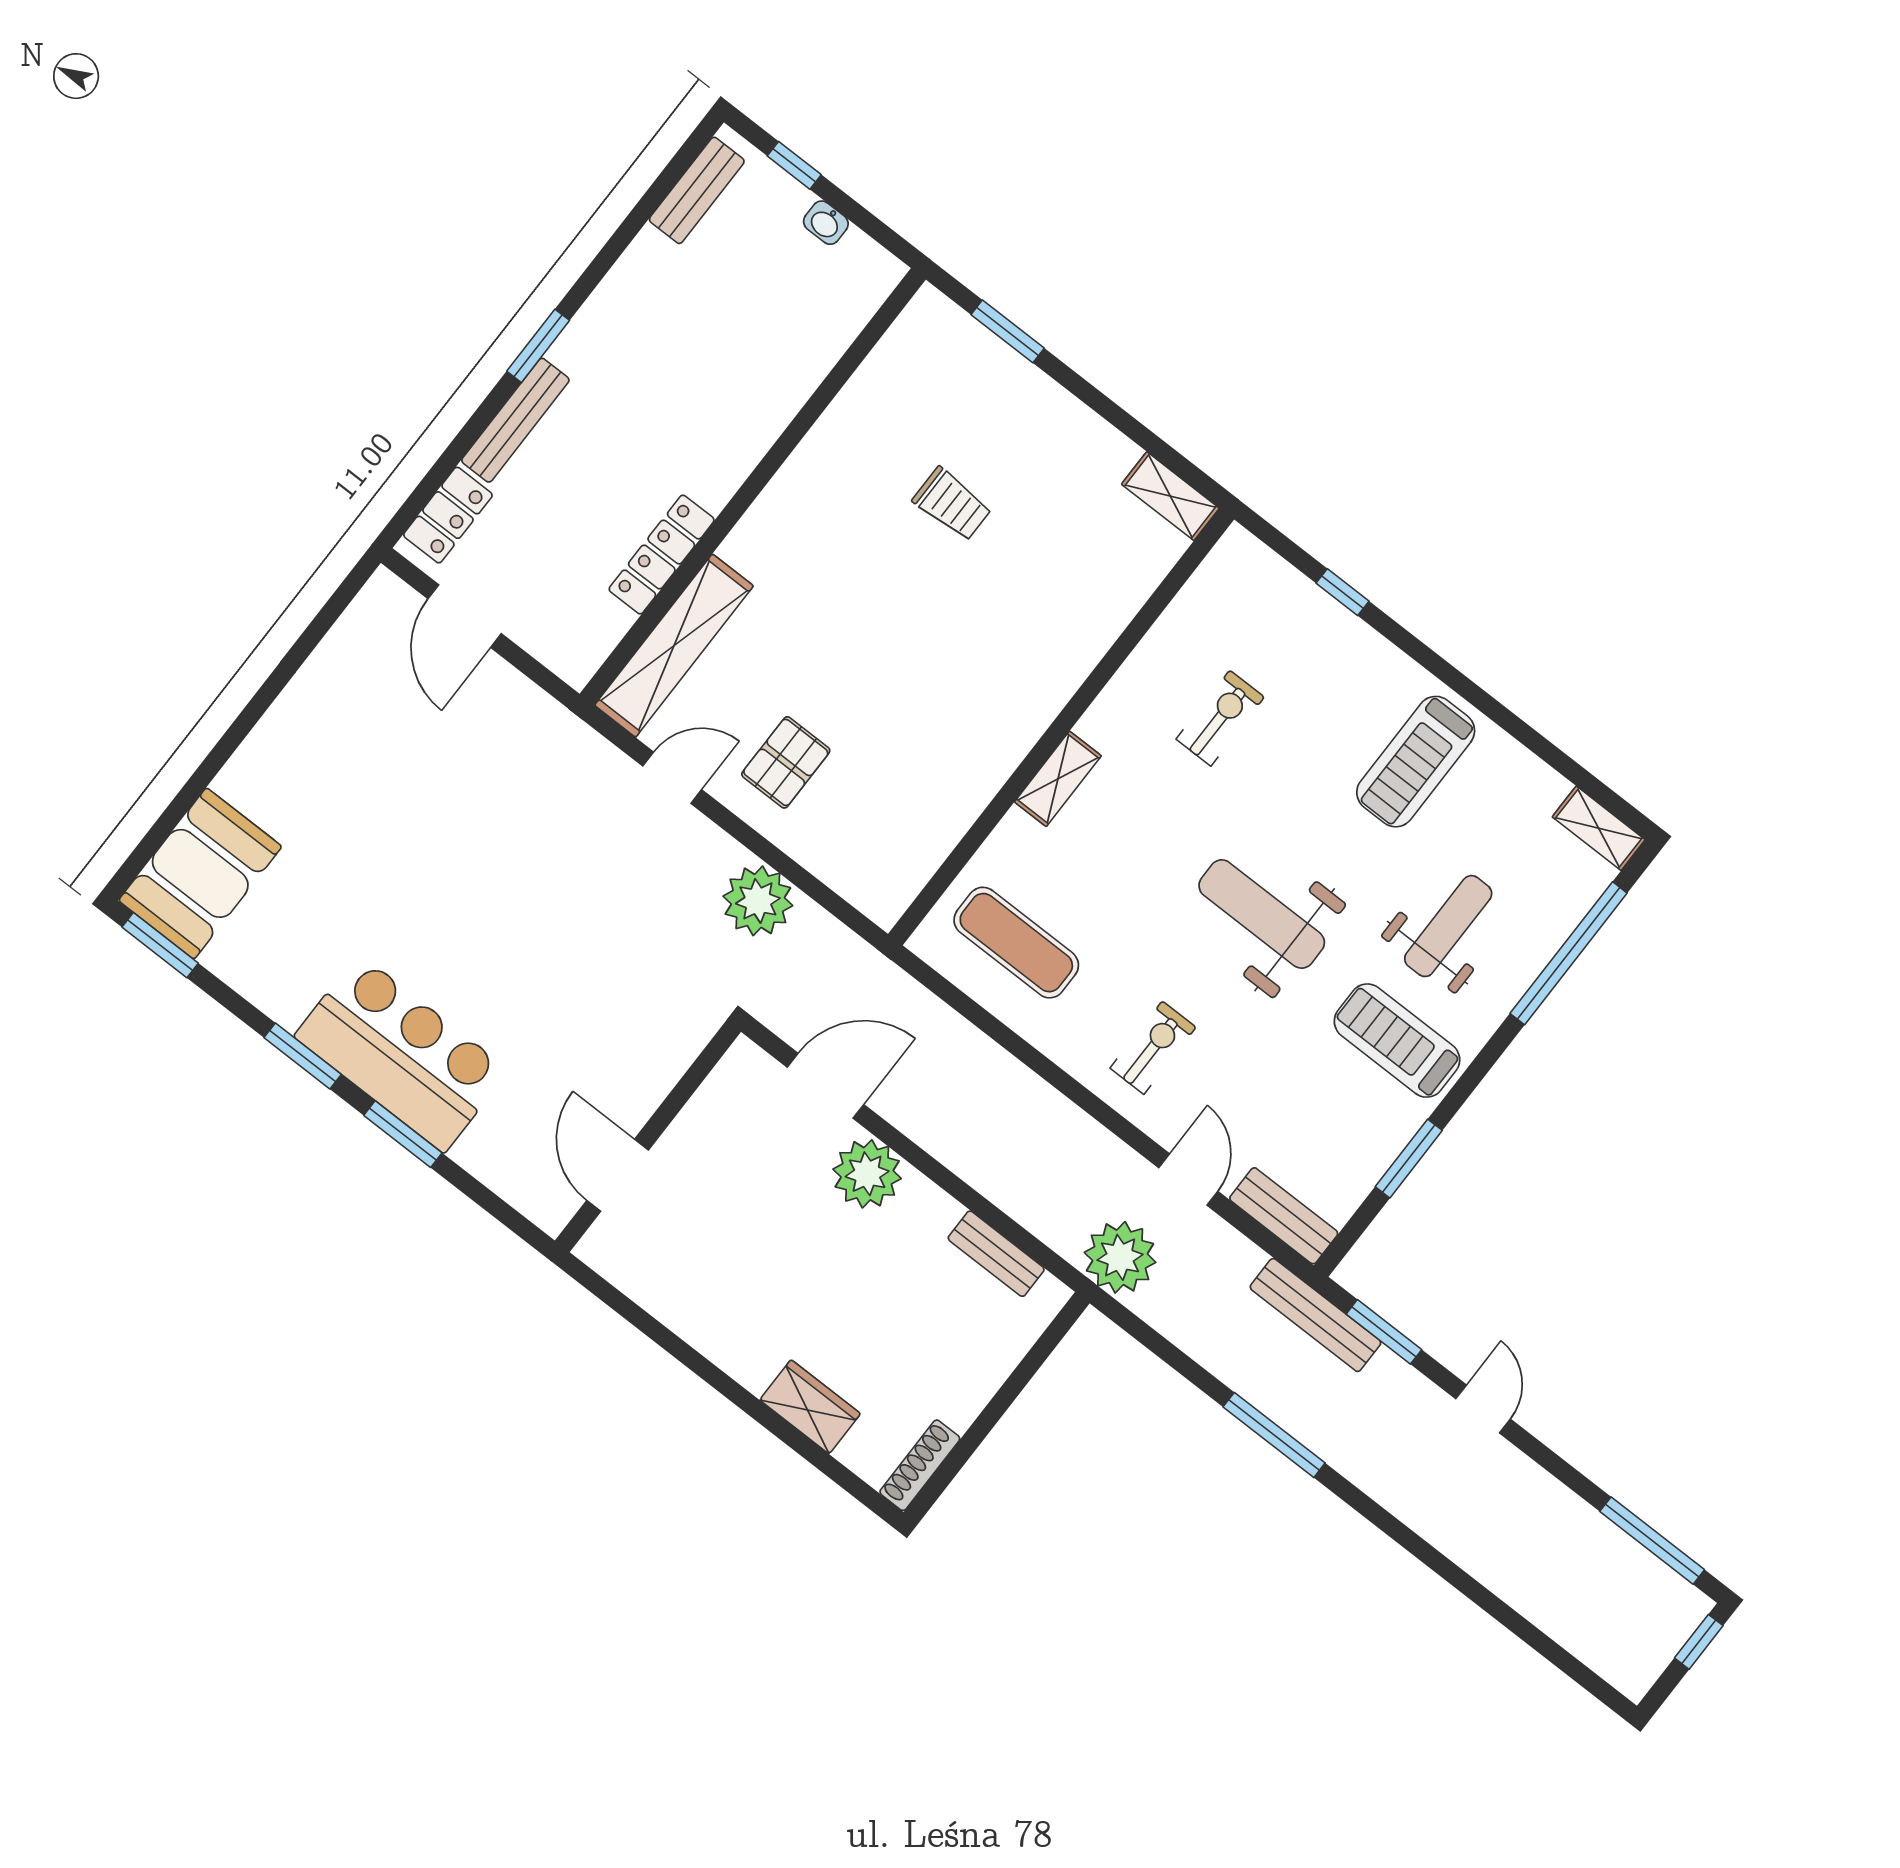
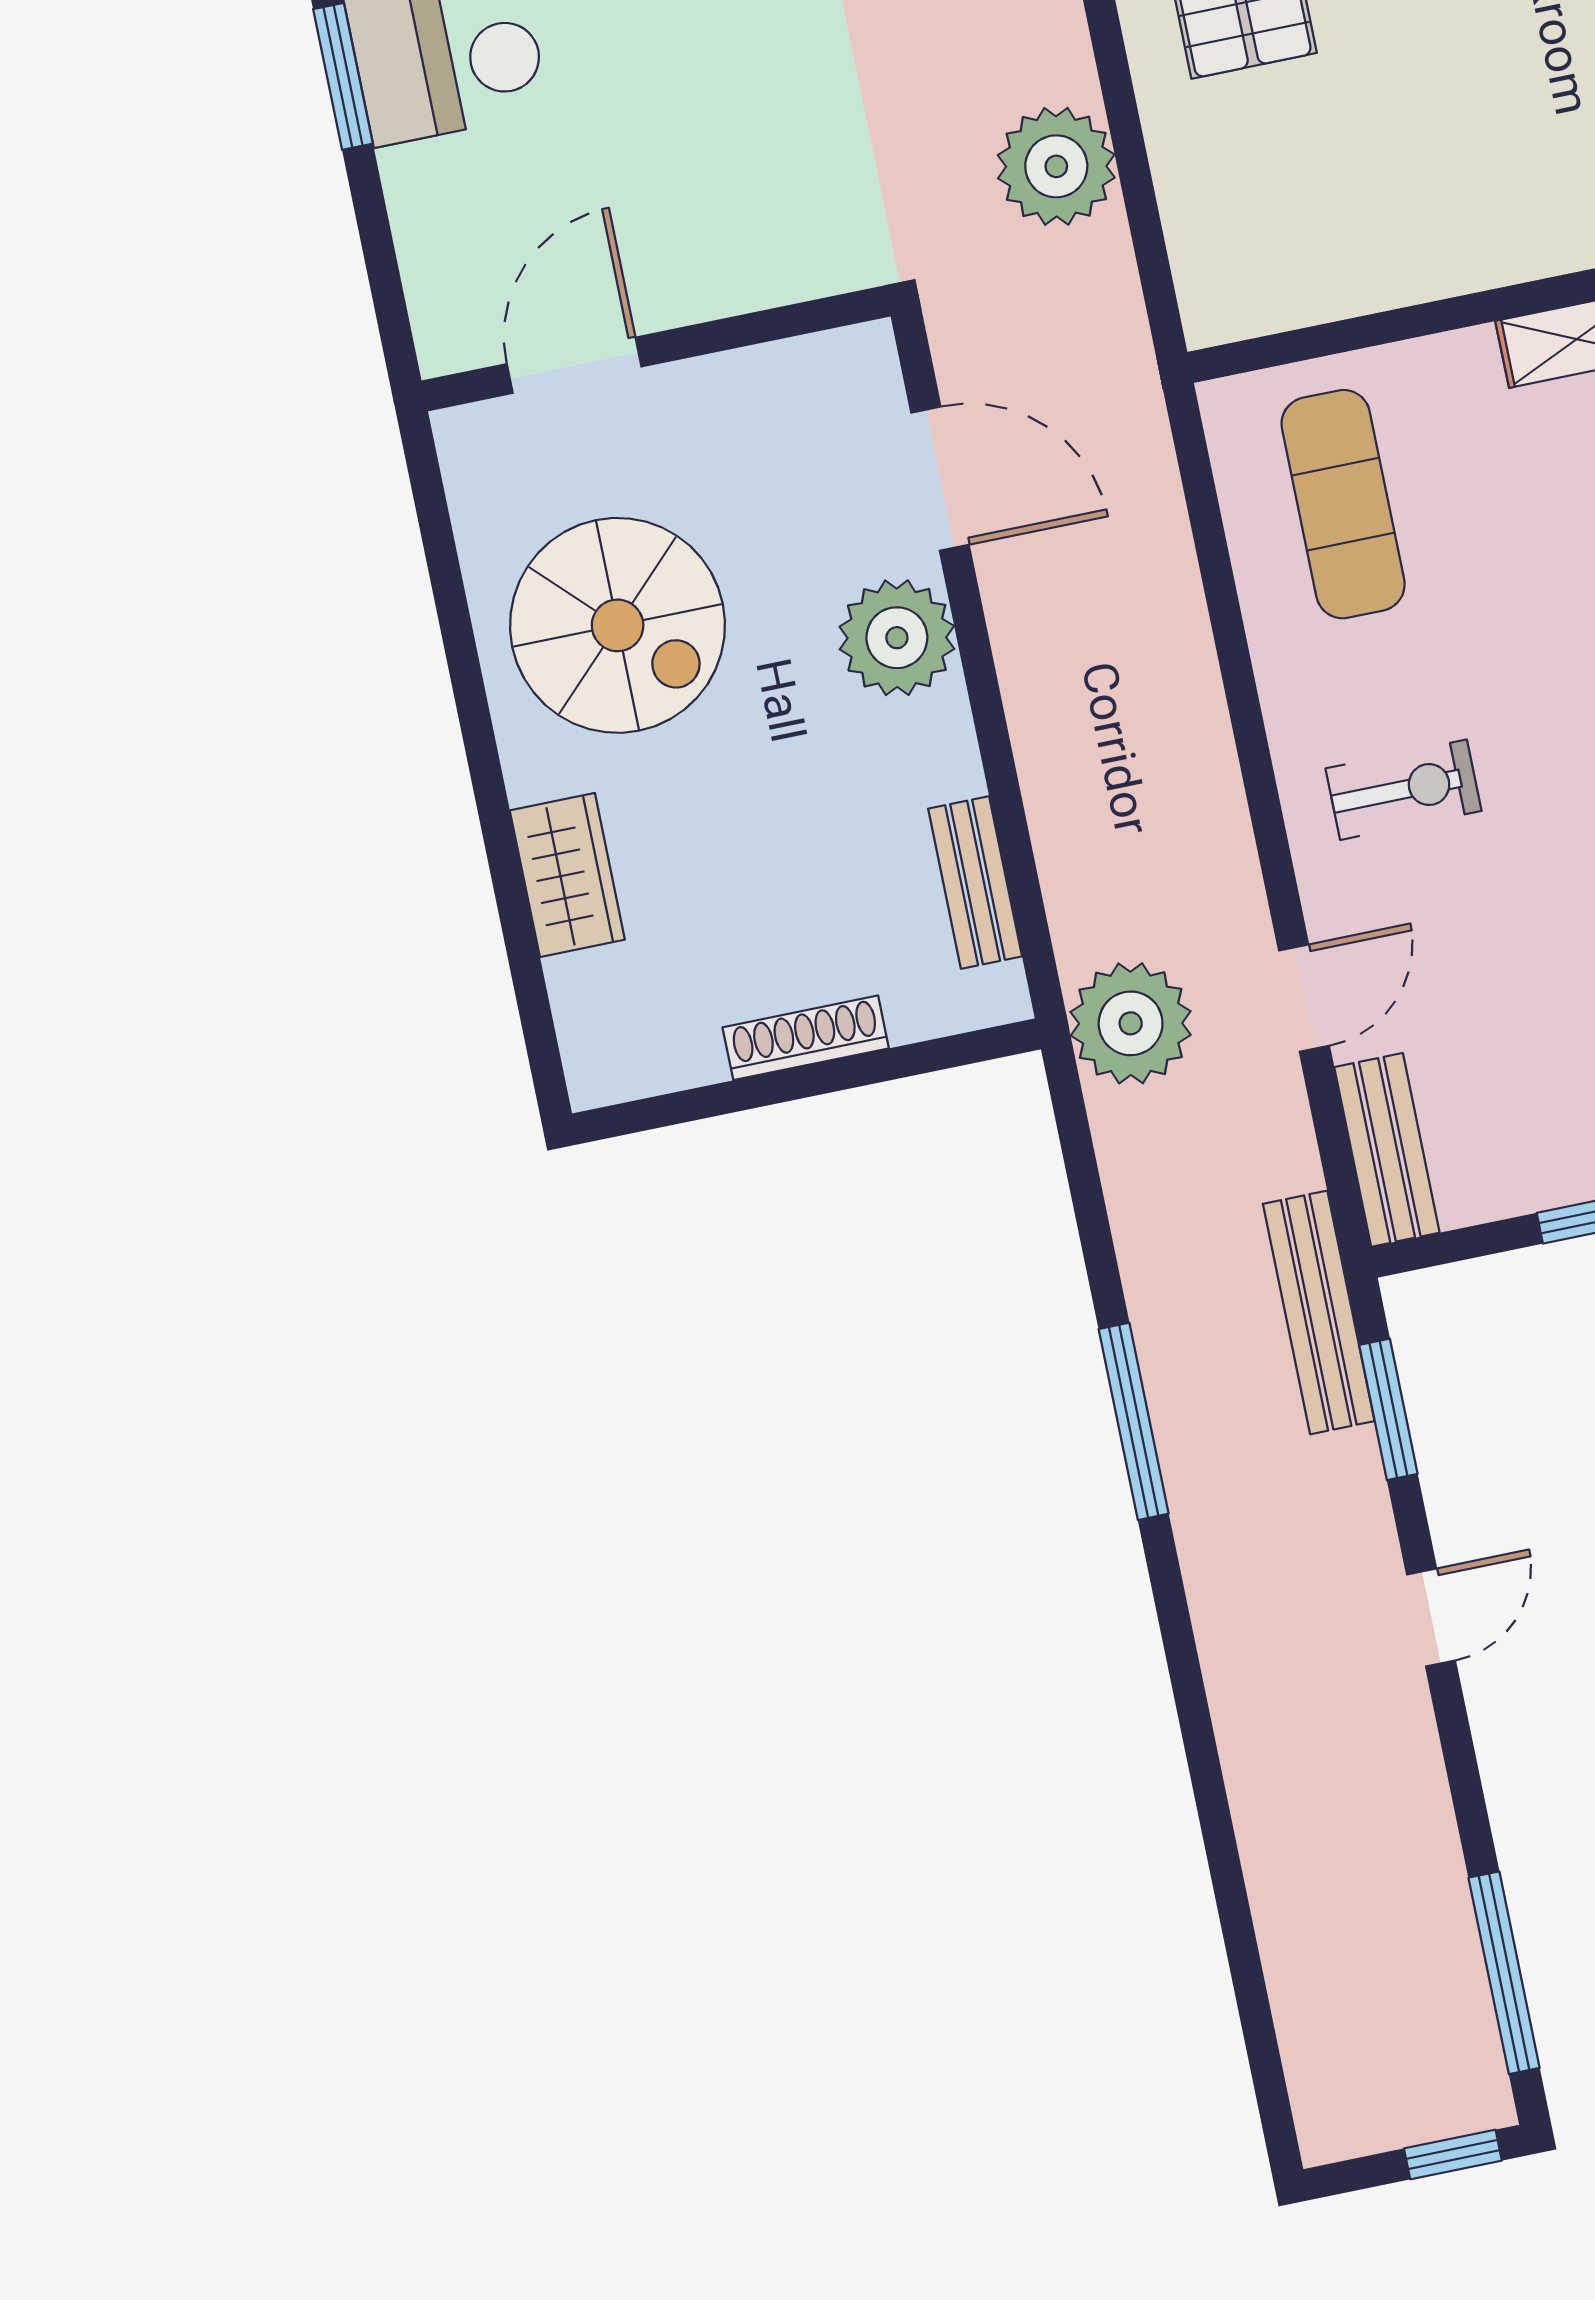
spiral stairs: (737, 1275) -> (618, 625), added
shoe rack: (920, 1465) -> (806, 1038), moved

